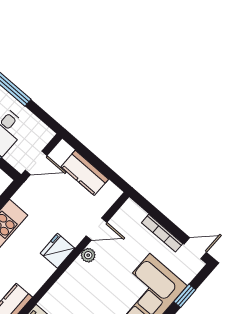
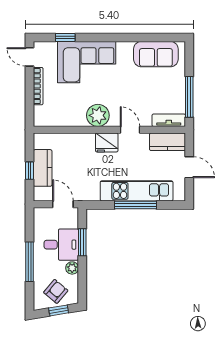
window: (93, 159) -> (29, 171), added
door: (96, 229) -> (130, 130), moved
plant: (88, 255) -> (98, 115), width x1.87, depth x1.87

